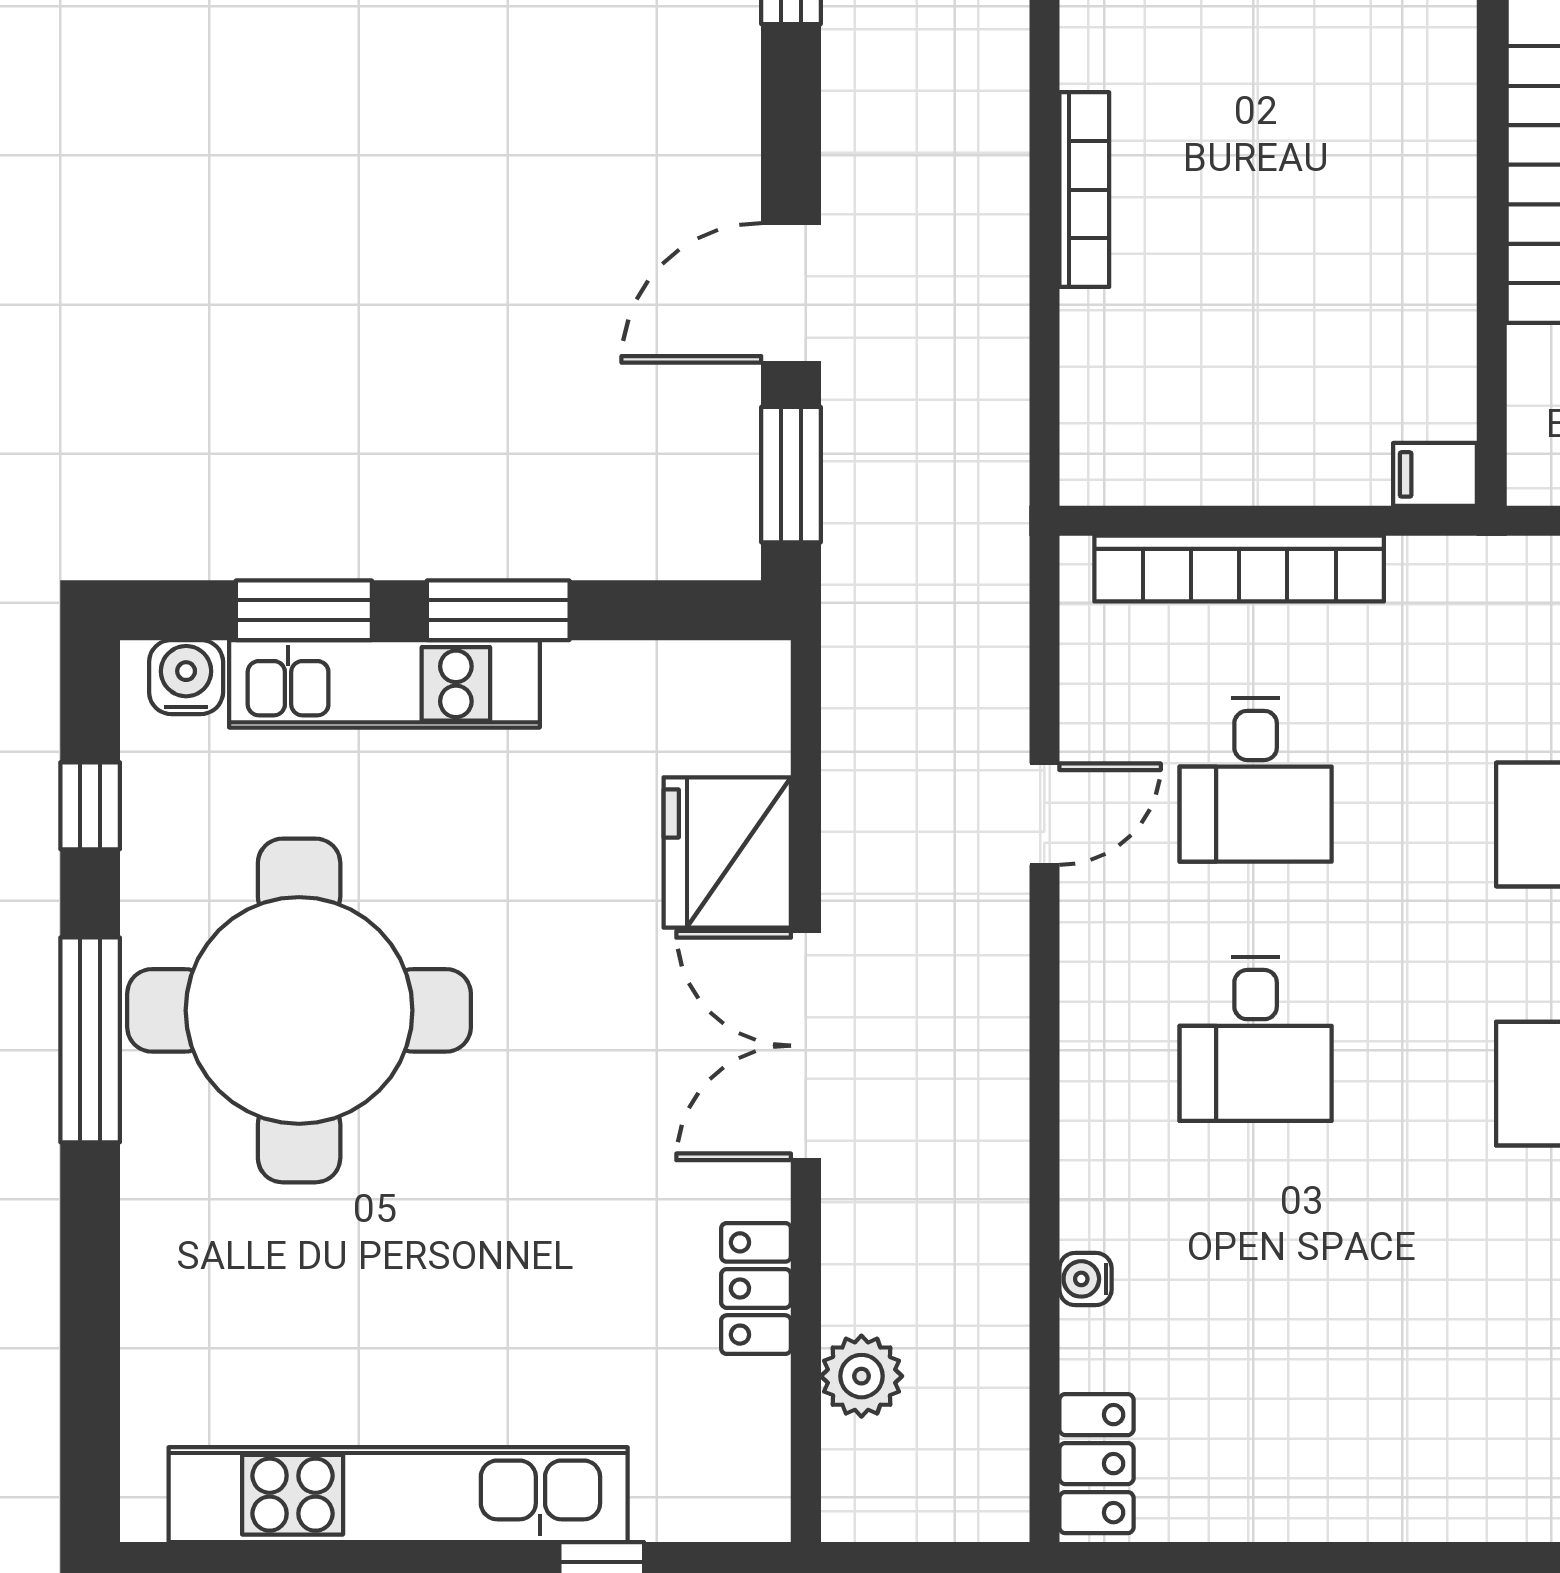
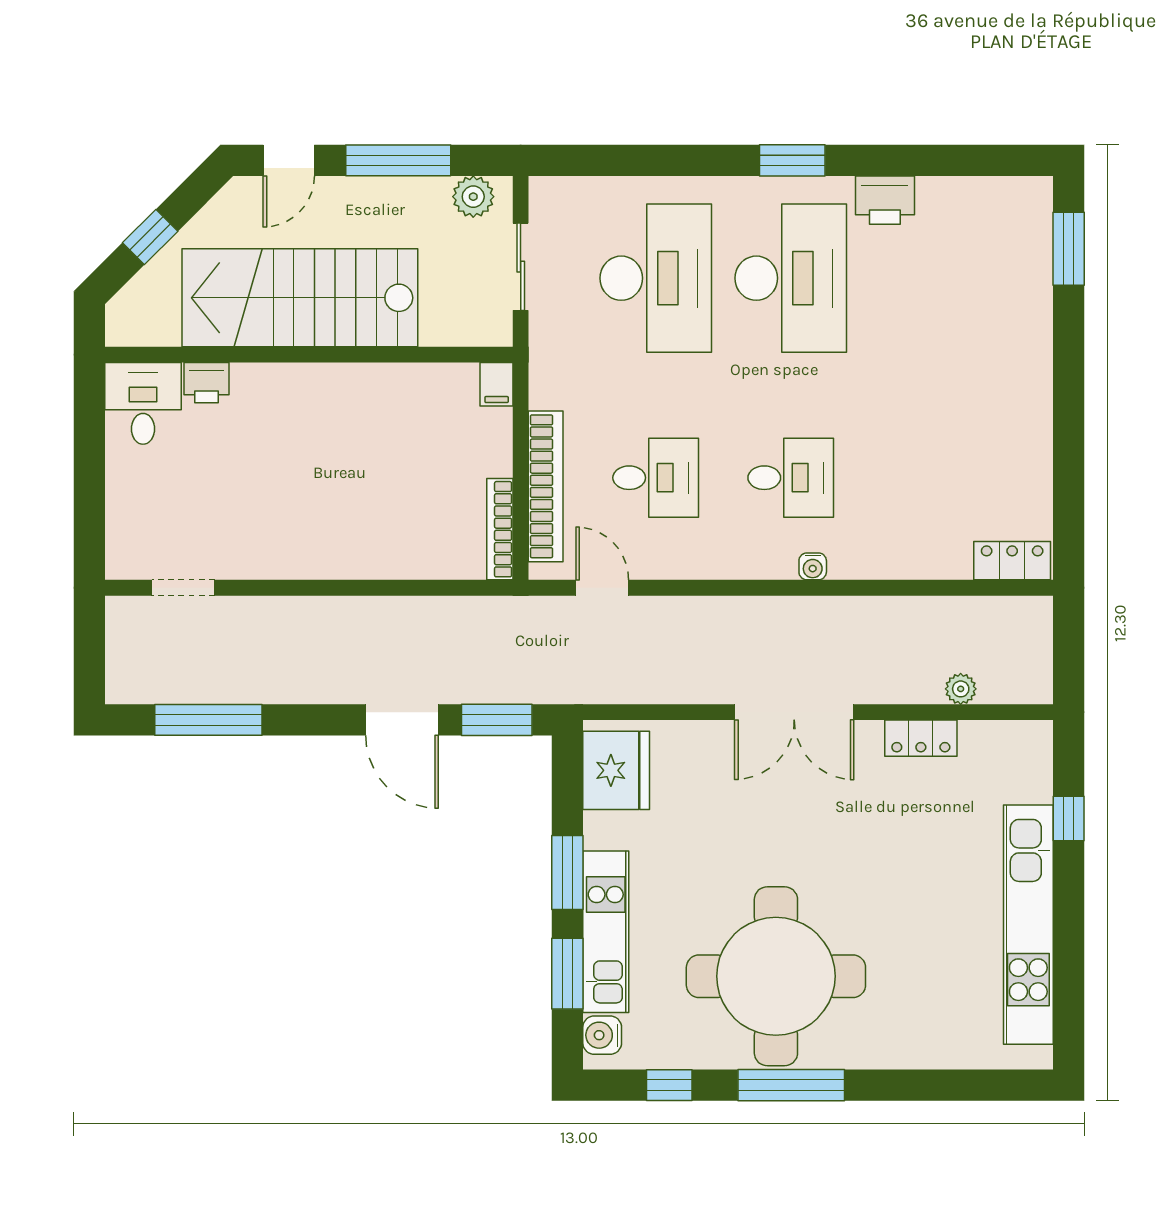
bookcase: (1084, 190) -> (500, 529), moved, turned -90
door: (1044, 814) -> (602, 588), moved
fridge: (727, 853) -> (616, 770), moved, turned -90
water cooler: (1085, 1279) -> (813, 566), moved
plant: (861, 1376) -> (961, 689), width x0.73, depth x0.73

